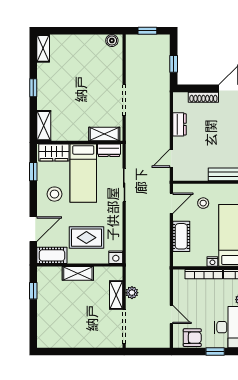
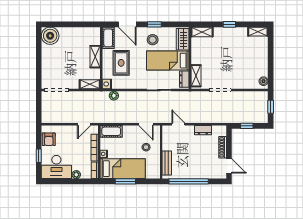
window: (33, 172) -> (154, 24), moved
cot: (181, 236) -> (111, 131), moved
window: (33, 291) -> (83, 24), removed
plant: (132, 293) -> (114, 96), moved
shelving: (116, 295) -> (90, 84), moved
door: (171, 314) -> (84, 124), moved
boiler: (49, 336) -> (50, 36), added

